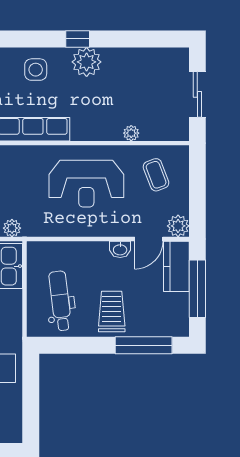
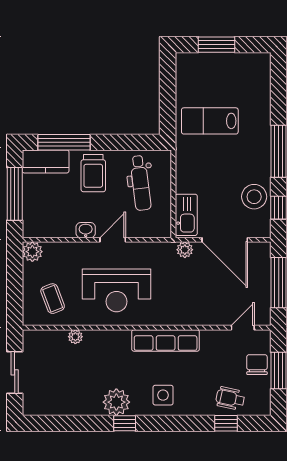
reception desk: (86, 184) -> (117, 290), turned 180
door: (149, 239) -> (113, 240), moved
kitchen counter: (176, 266) -> (46, 161), moved, turned 90

